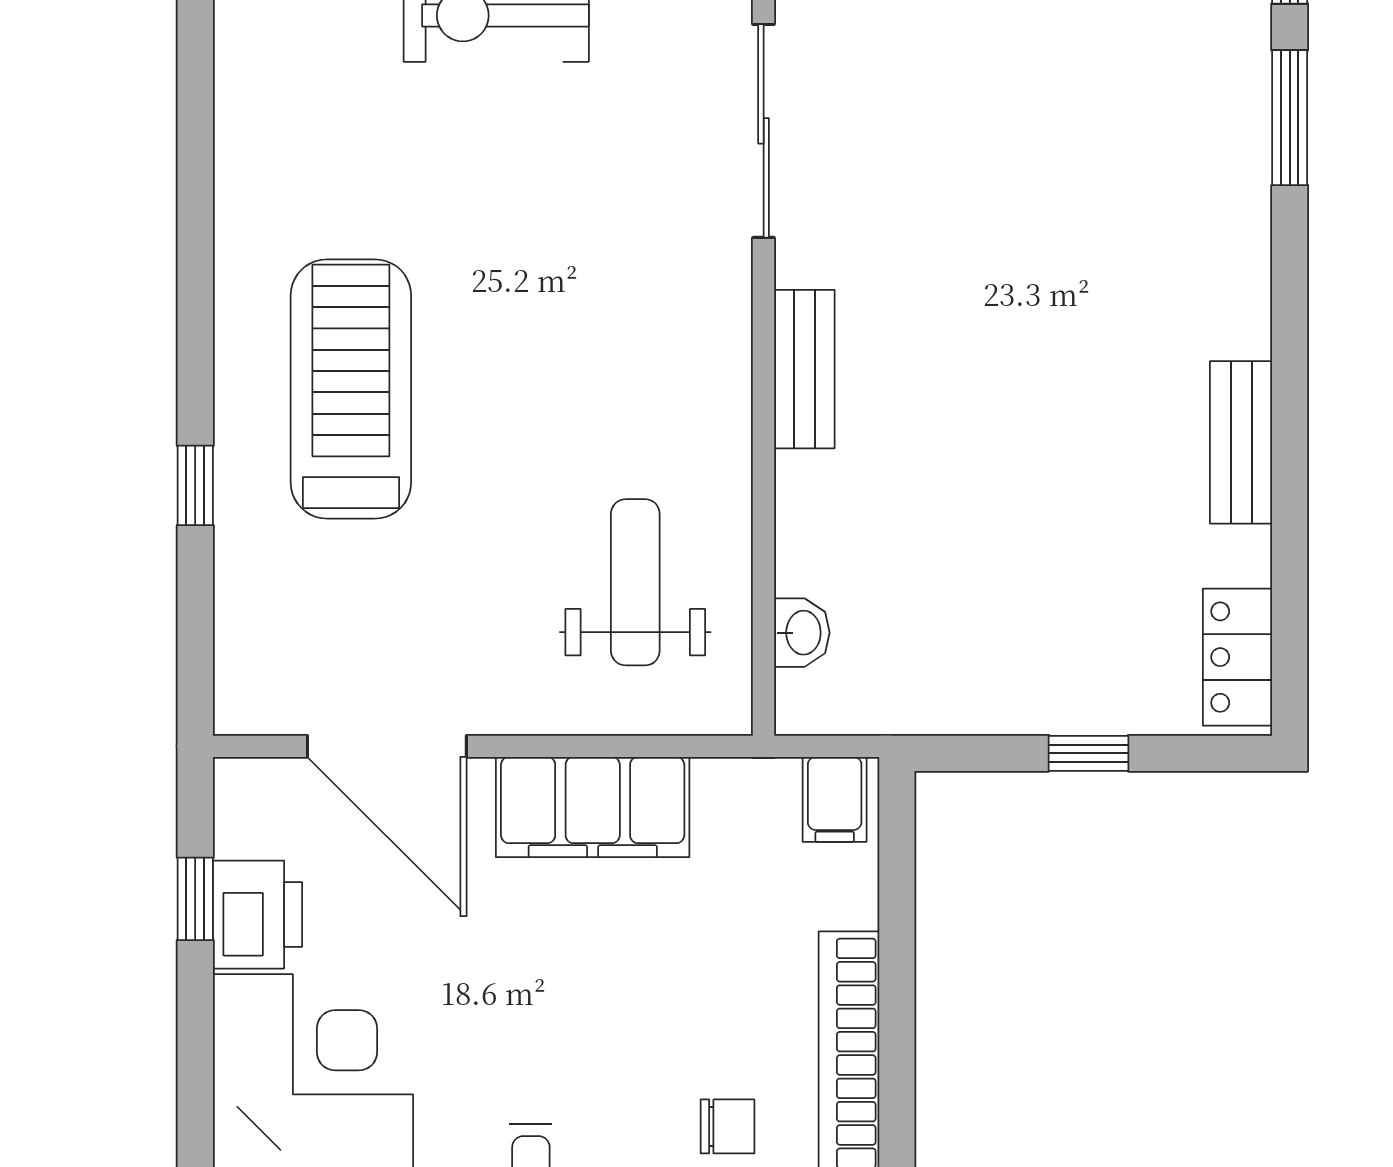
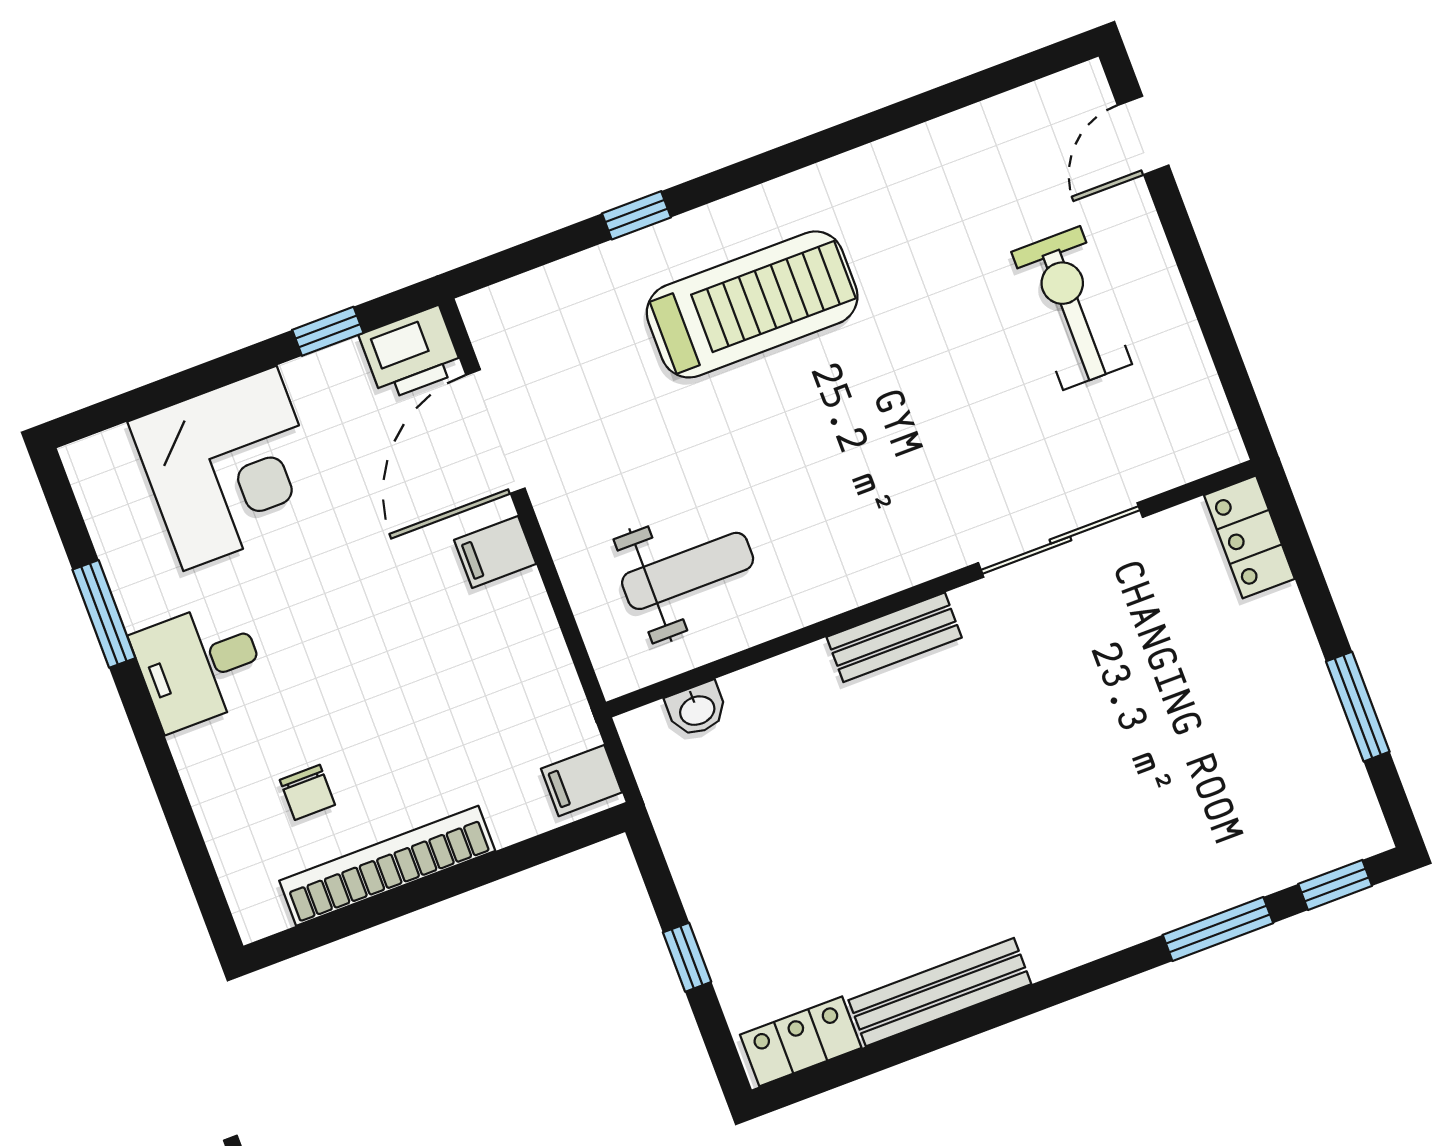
bench: (1241, 442) -> (940, 992), width x1.36
filing cabinet: (593, 807) -> (495, 552), width x0.33, depth x0.86
printer: (257, 915) -> (411, 353), moved

